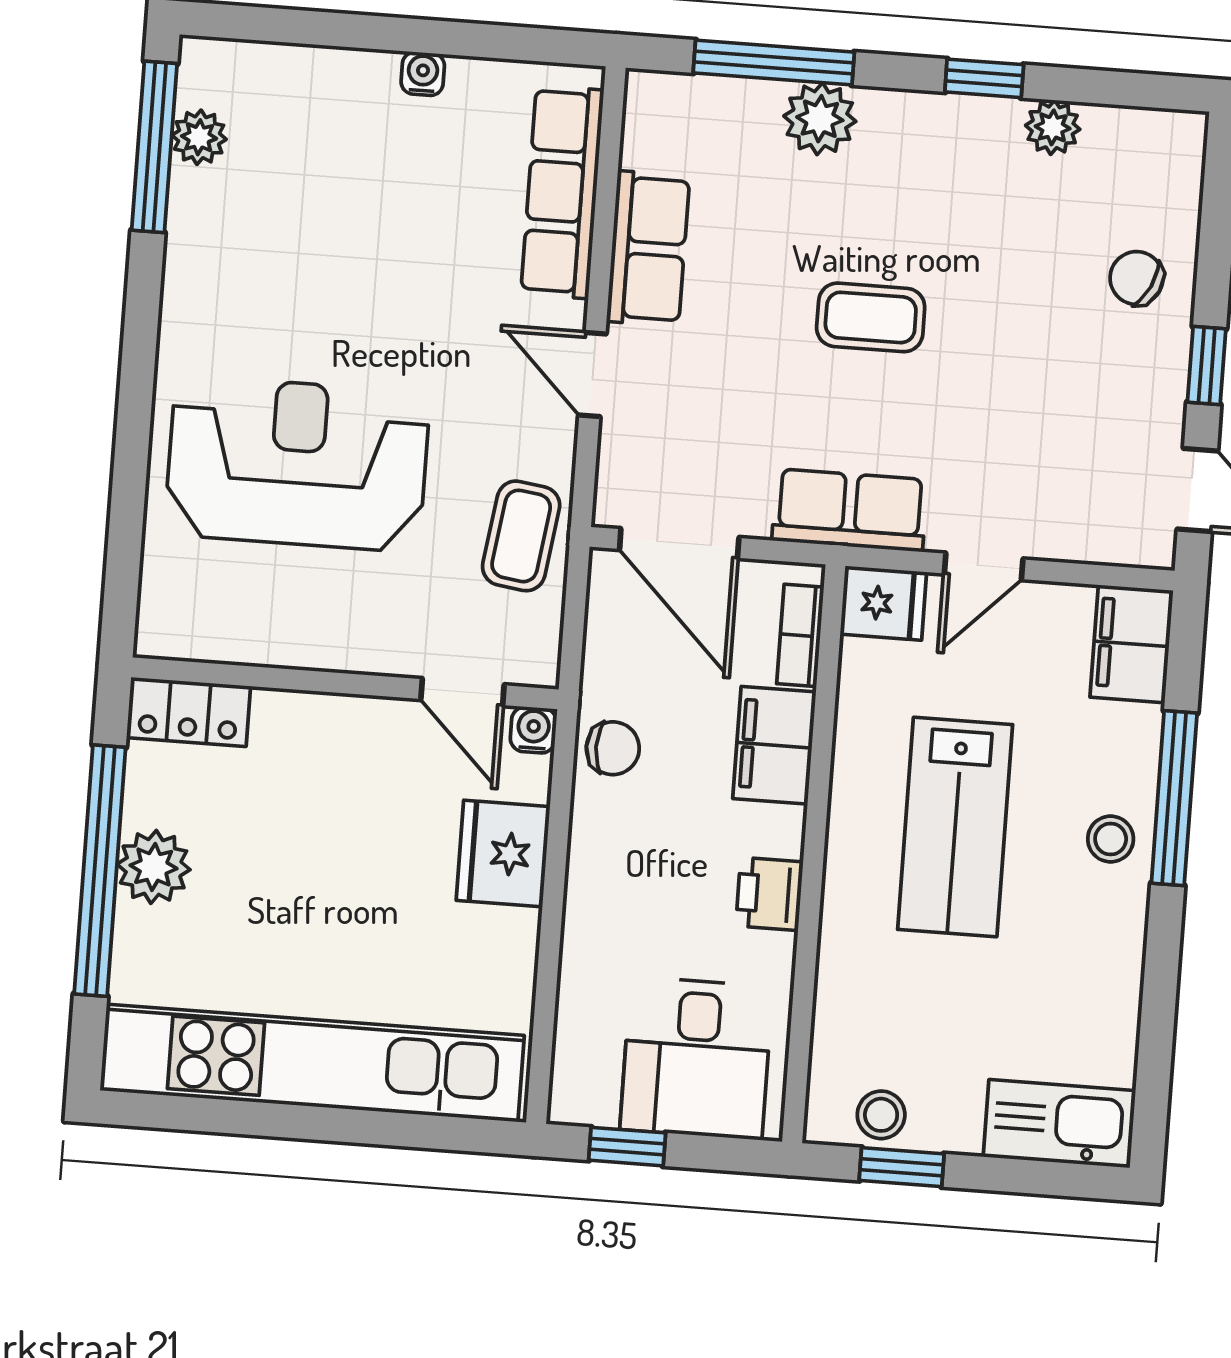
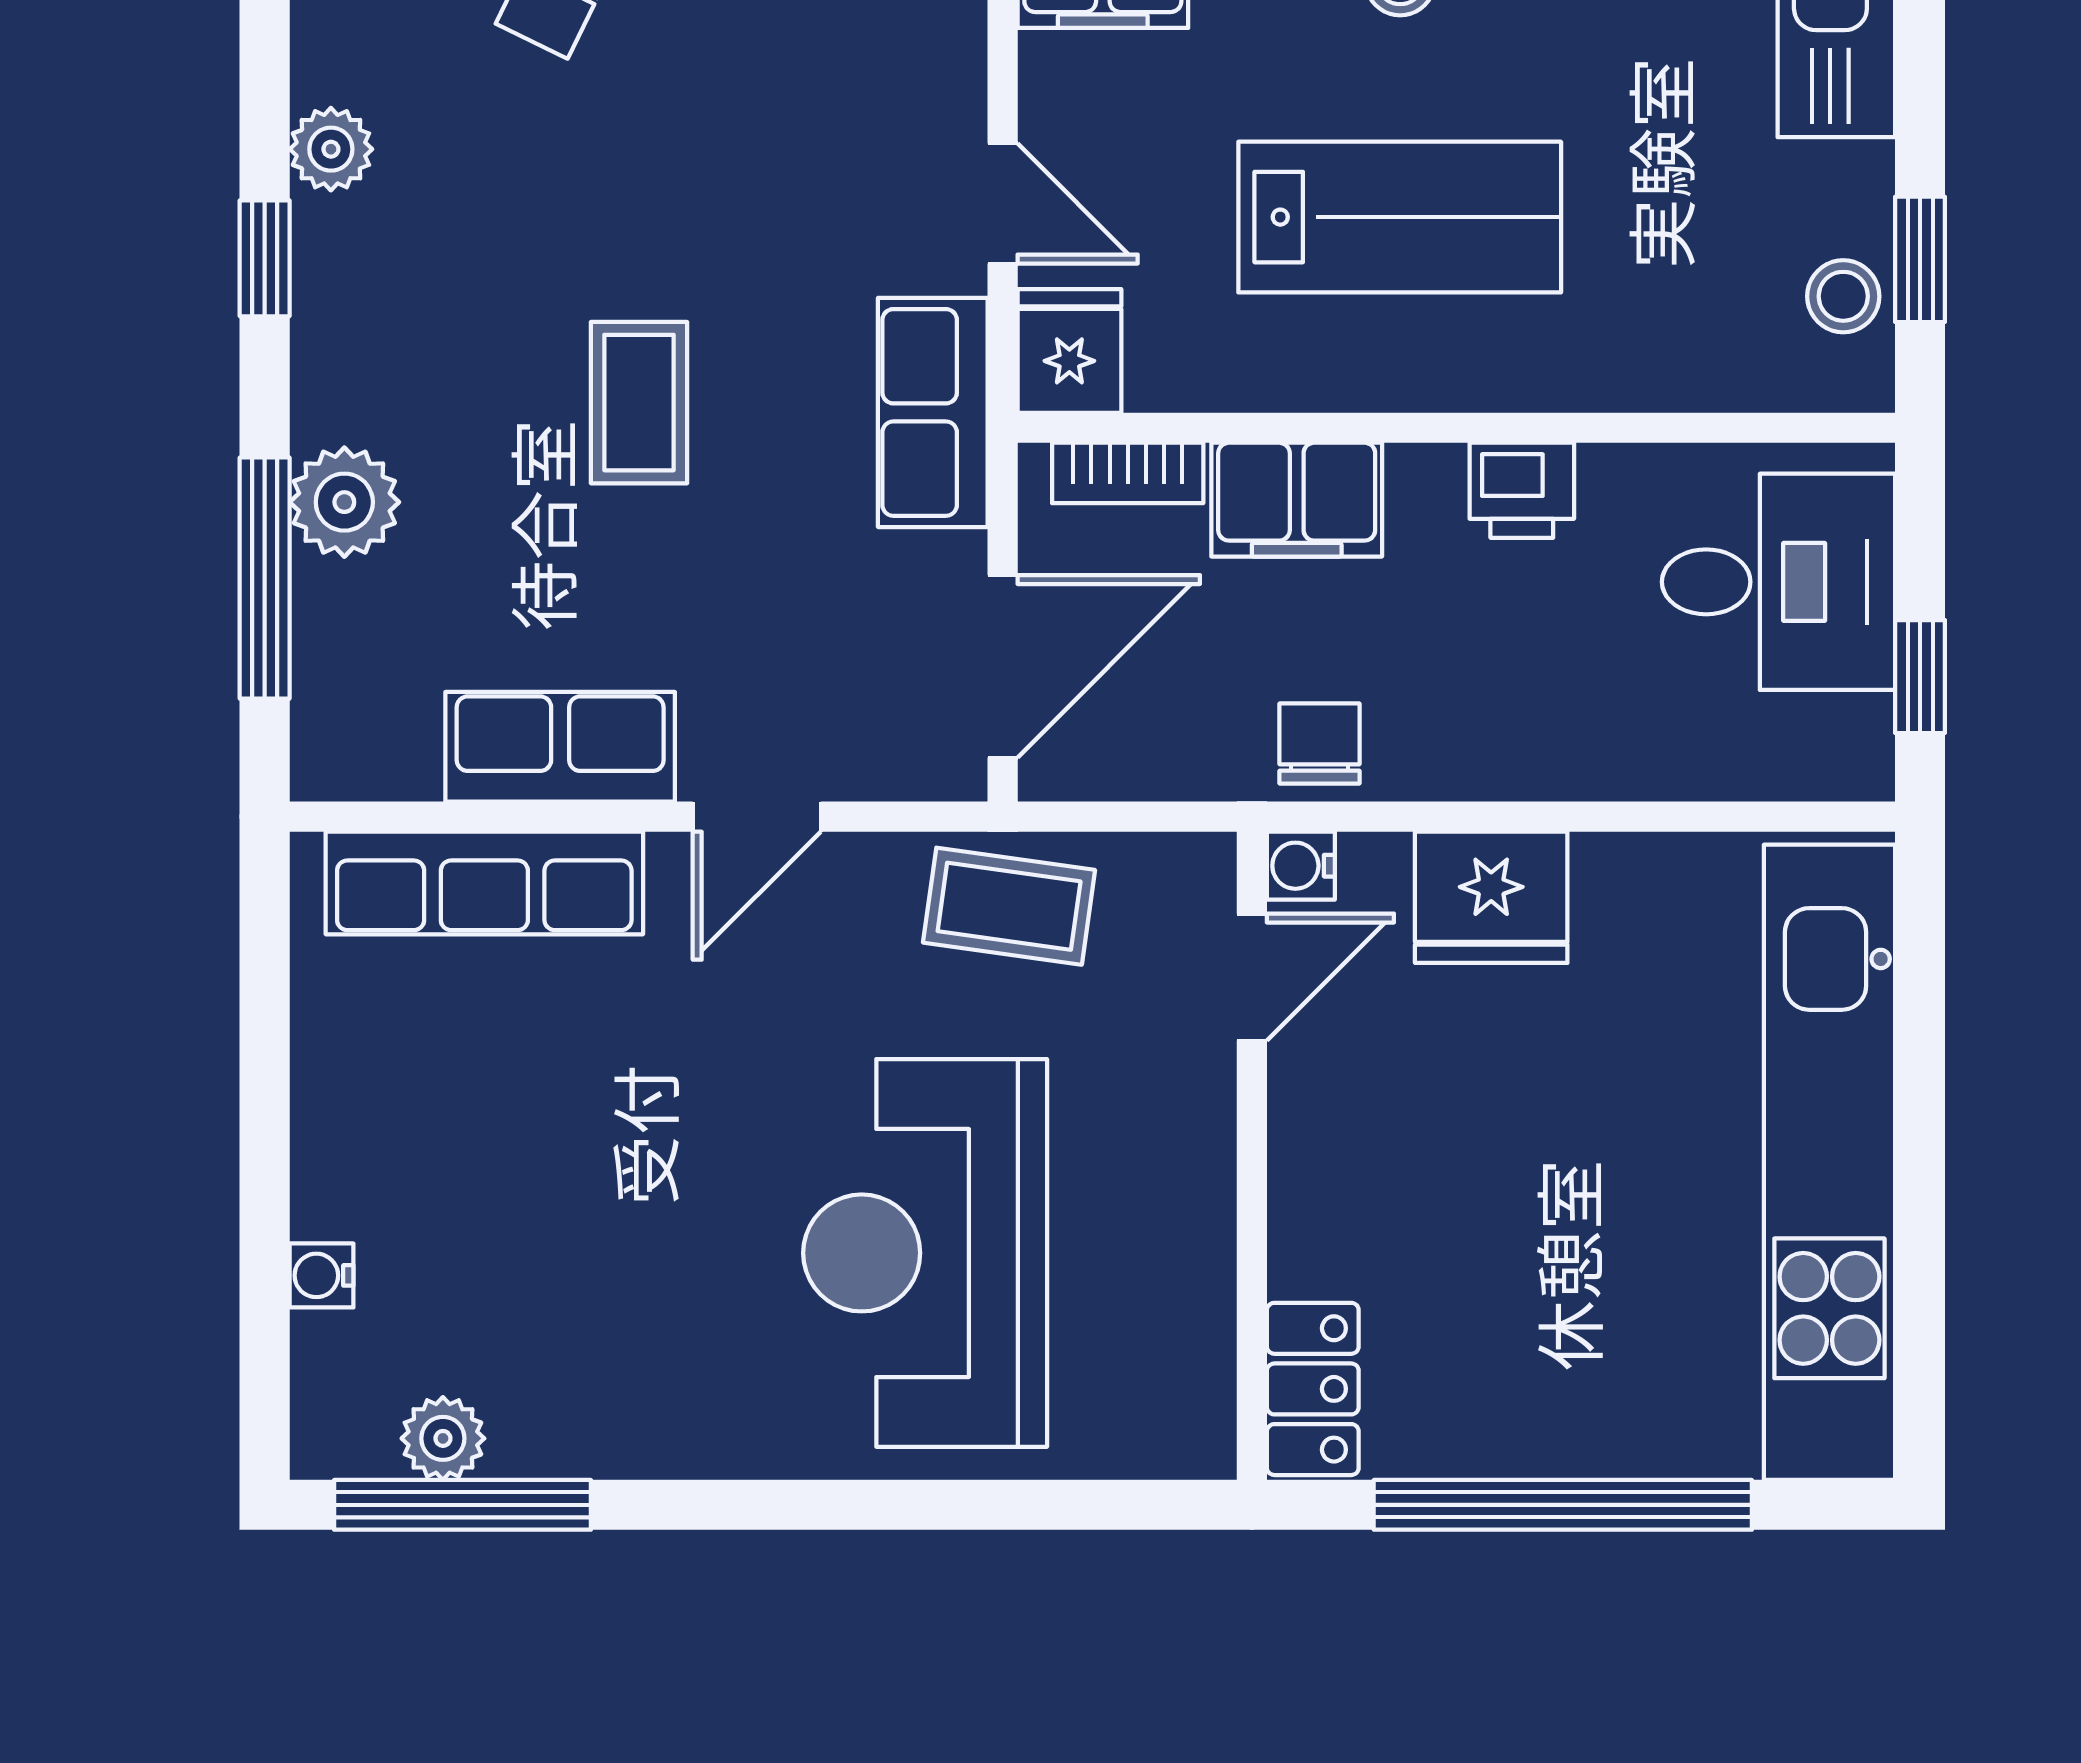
water cooler: (423, 74) -> (321, 1275), moved
plant: (154, 867) -> (1551, 1424), removed

